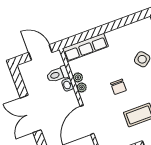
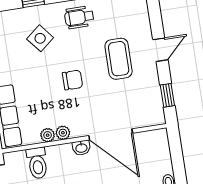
washbasin: (68, 85) -> (81, 148), moved

